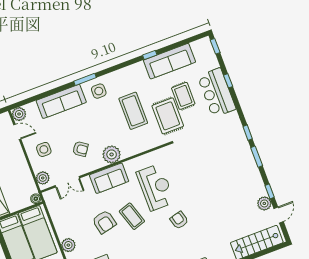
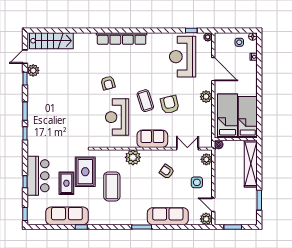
side table: (99, 91) -> (134, 213), removed
plant: (112, 154) -> (133, 157), moved

